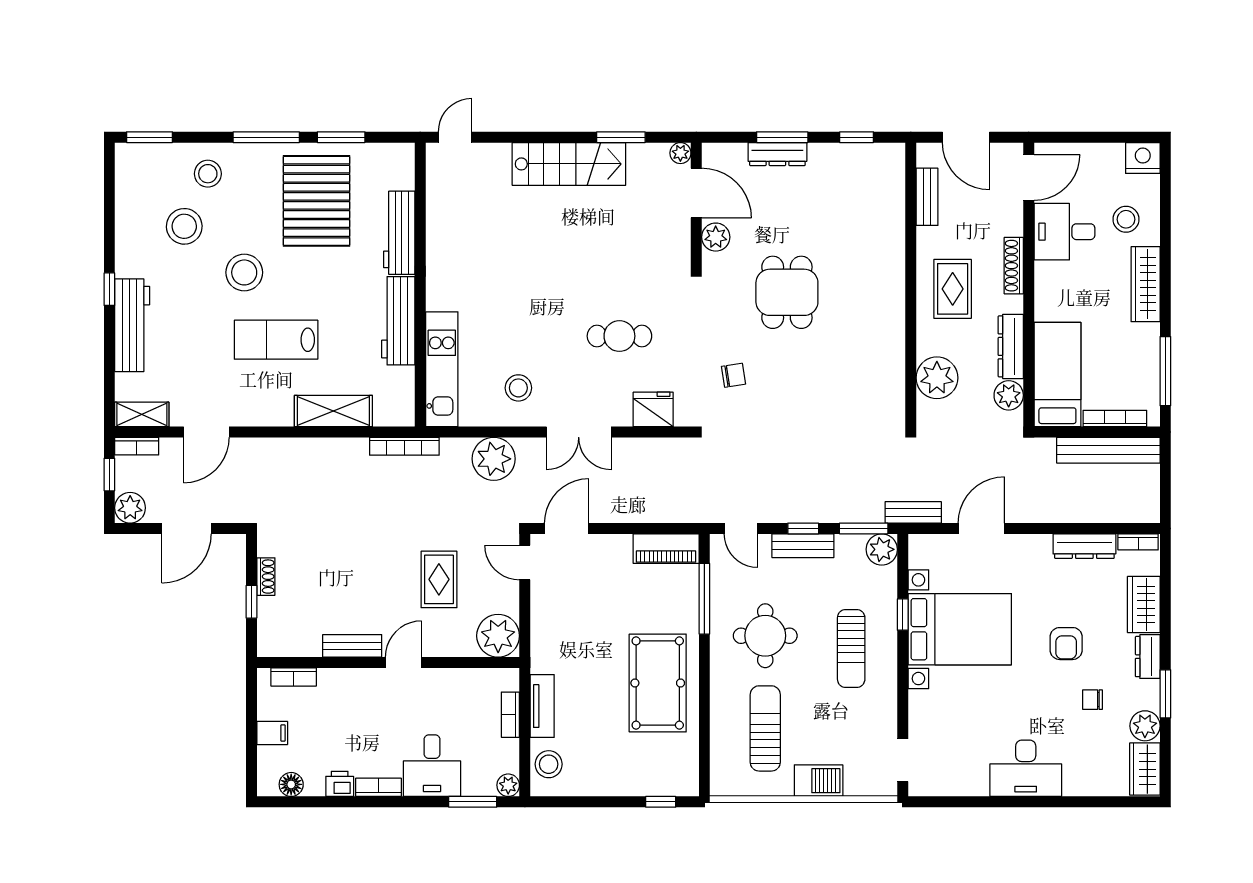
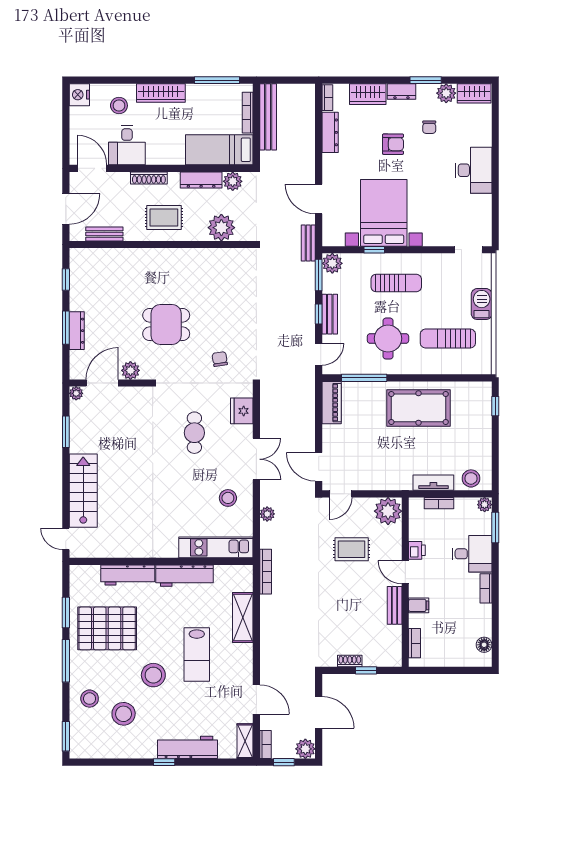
stairs: (569, 164) -> (83, 491), moved
plant: (494, 459) -> (267, 514), width x0.53, depth x0.53
filing cabinet: (272, 733) -> (419, 605), moved, turned 90
printer: (340, 784) -> (417, 550), moved, turned 180

